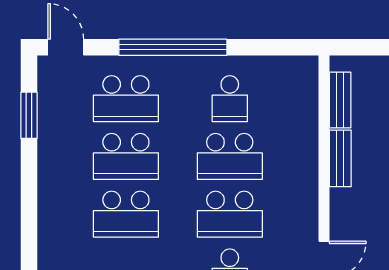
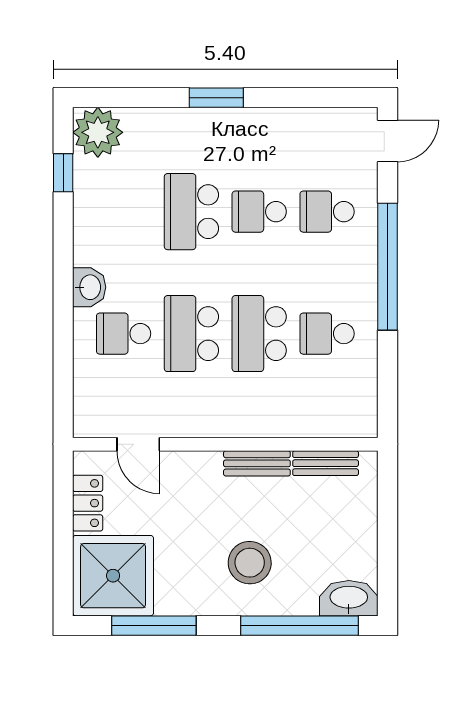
school desk: (126, 99) -> (327, 212), width x0.54
window: (29, 115) -> (216, 98), moved
school desk: (126, 156) -> (259, 212), width x0.54

